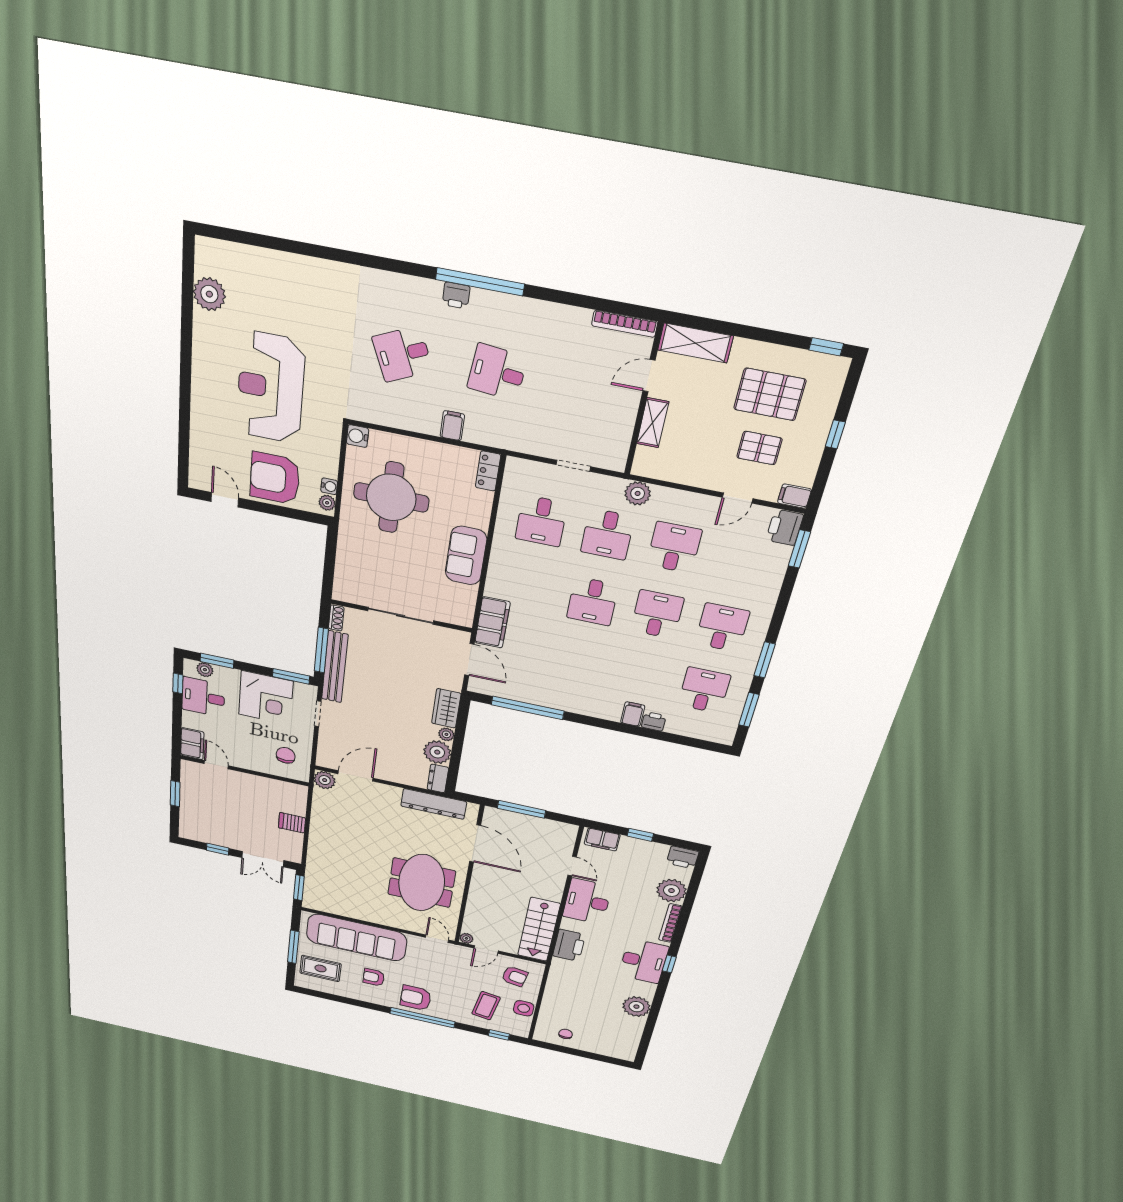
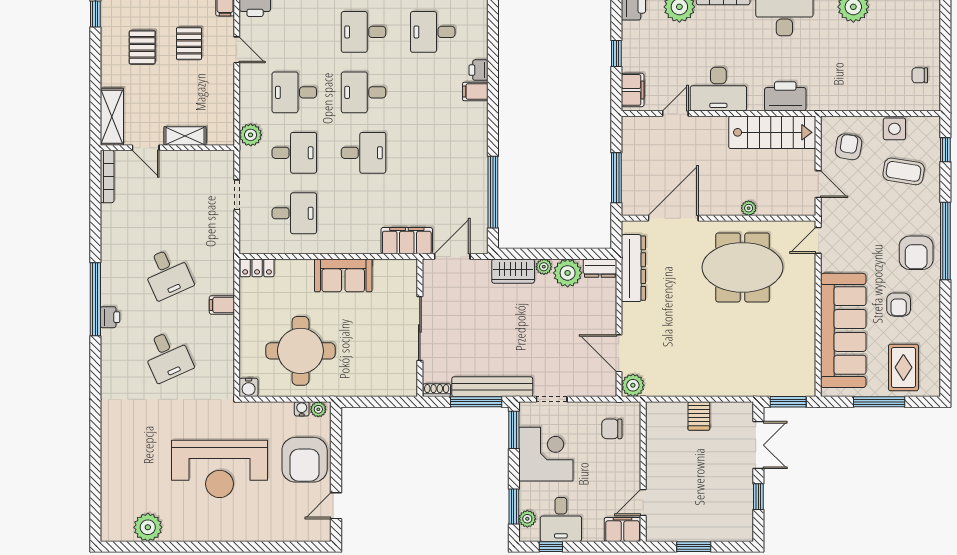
desk: (497, 372) -> (167, 273), turned -30
pallet: (770, 394) -> (142, 47), width x0.67, depth x0.71
plant: (466, 938) -> (749, 208), moved

